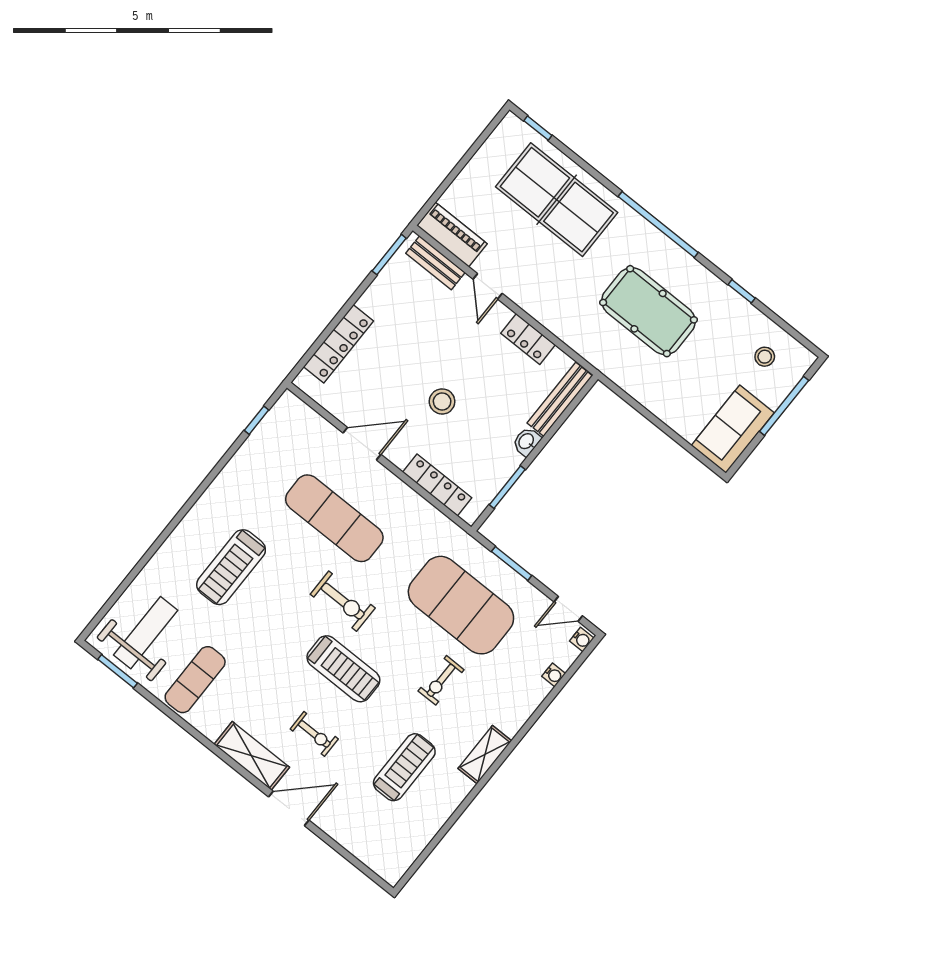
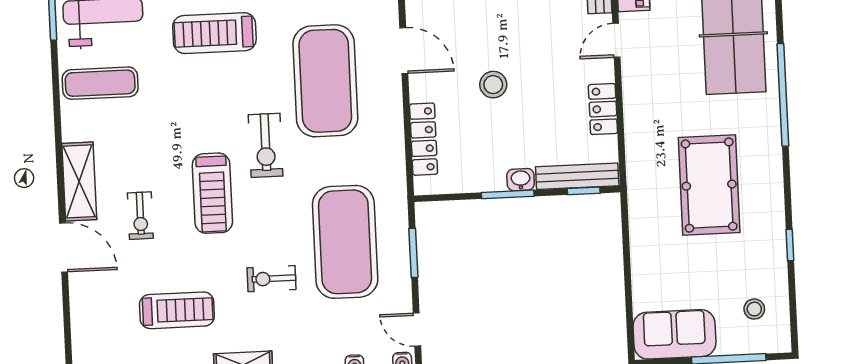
window: (658, 224) -> (783, 95), moved
window: (574, 404) -> (584, 191), added
window: (507, 487) -> (508, 194), moved
exercise mat: (334, 518) -> (325, 81), width x1.47

